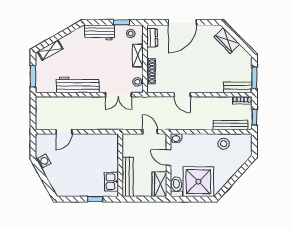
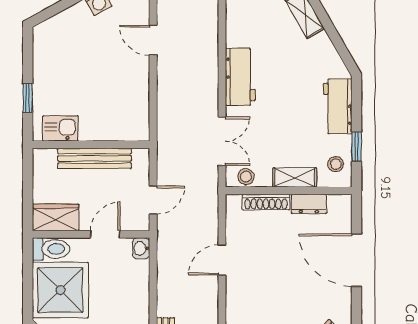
dresser: (152, 38) -> (309, 204), moved
workbench: (78, 85) -> (240, 77), width x0.73
double door: (118, 95) -> (222, 141), swing flipped
bench: (128, 177) -> (95, 158), moved

